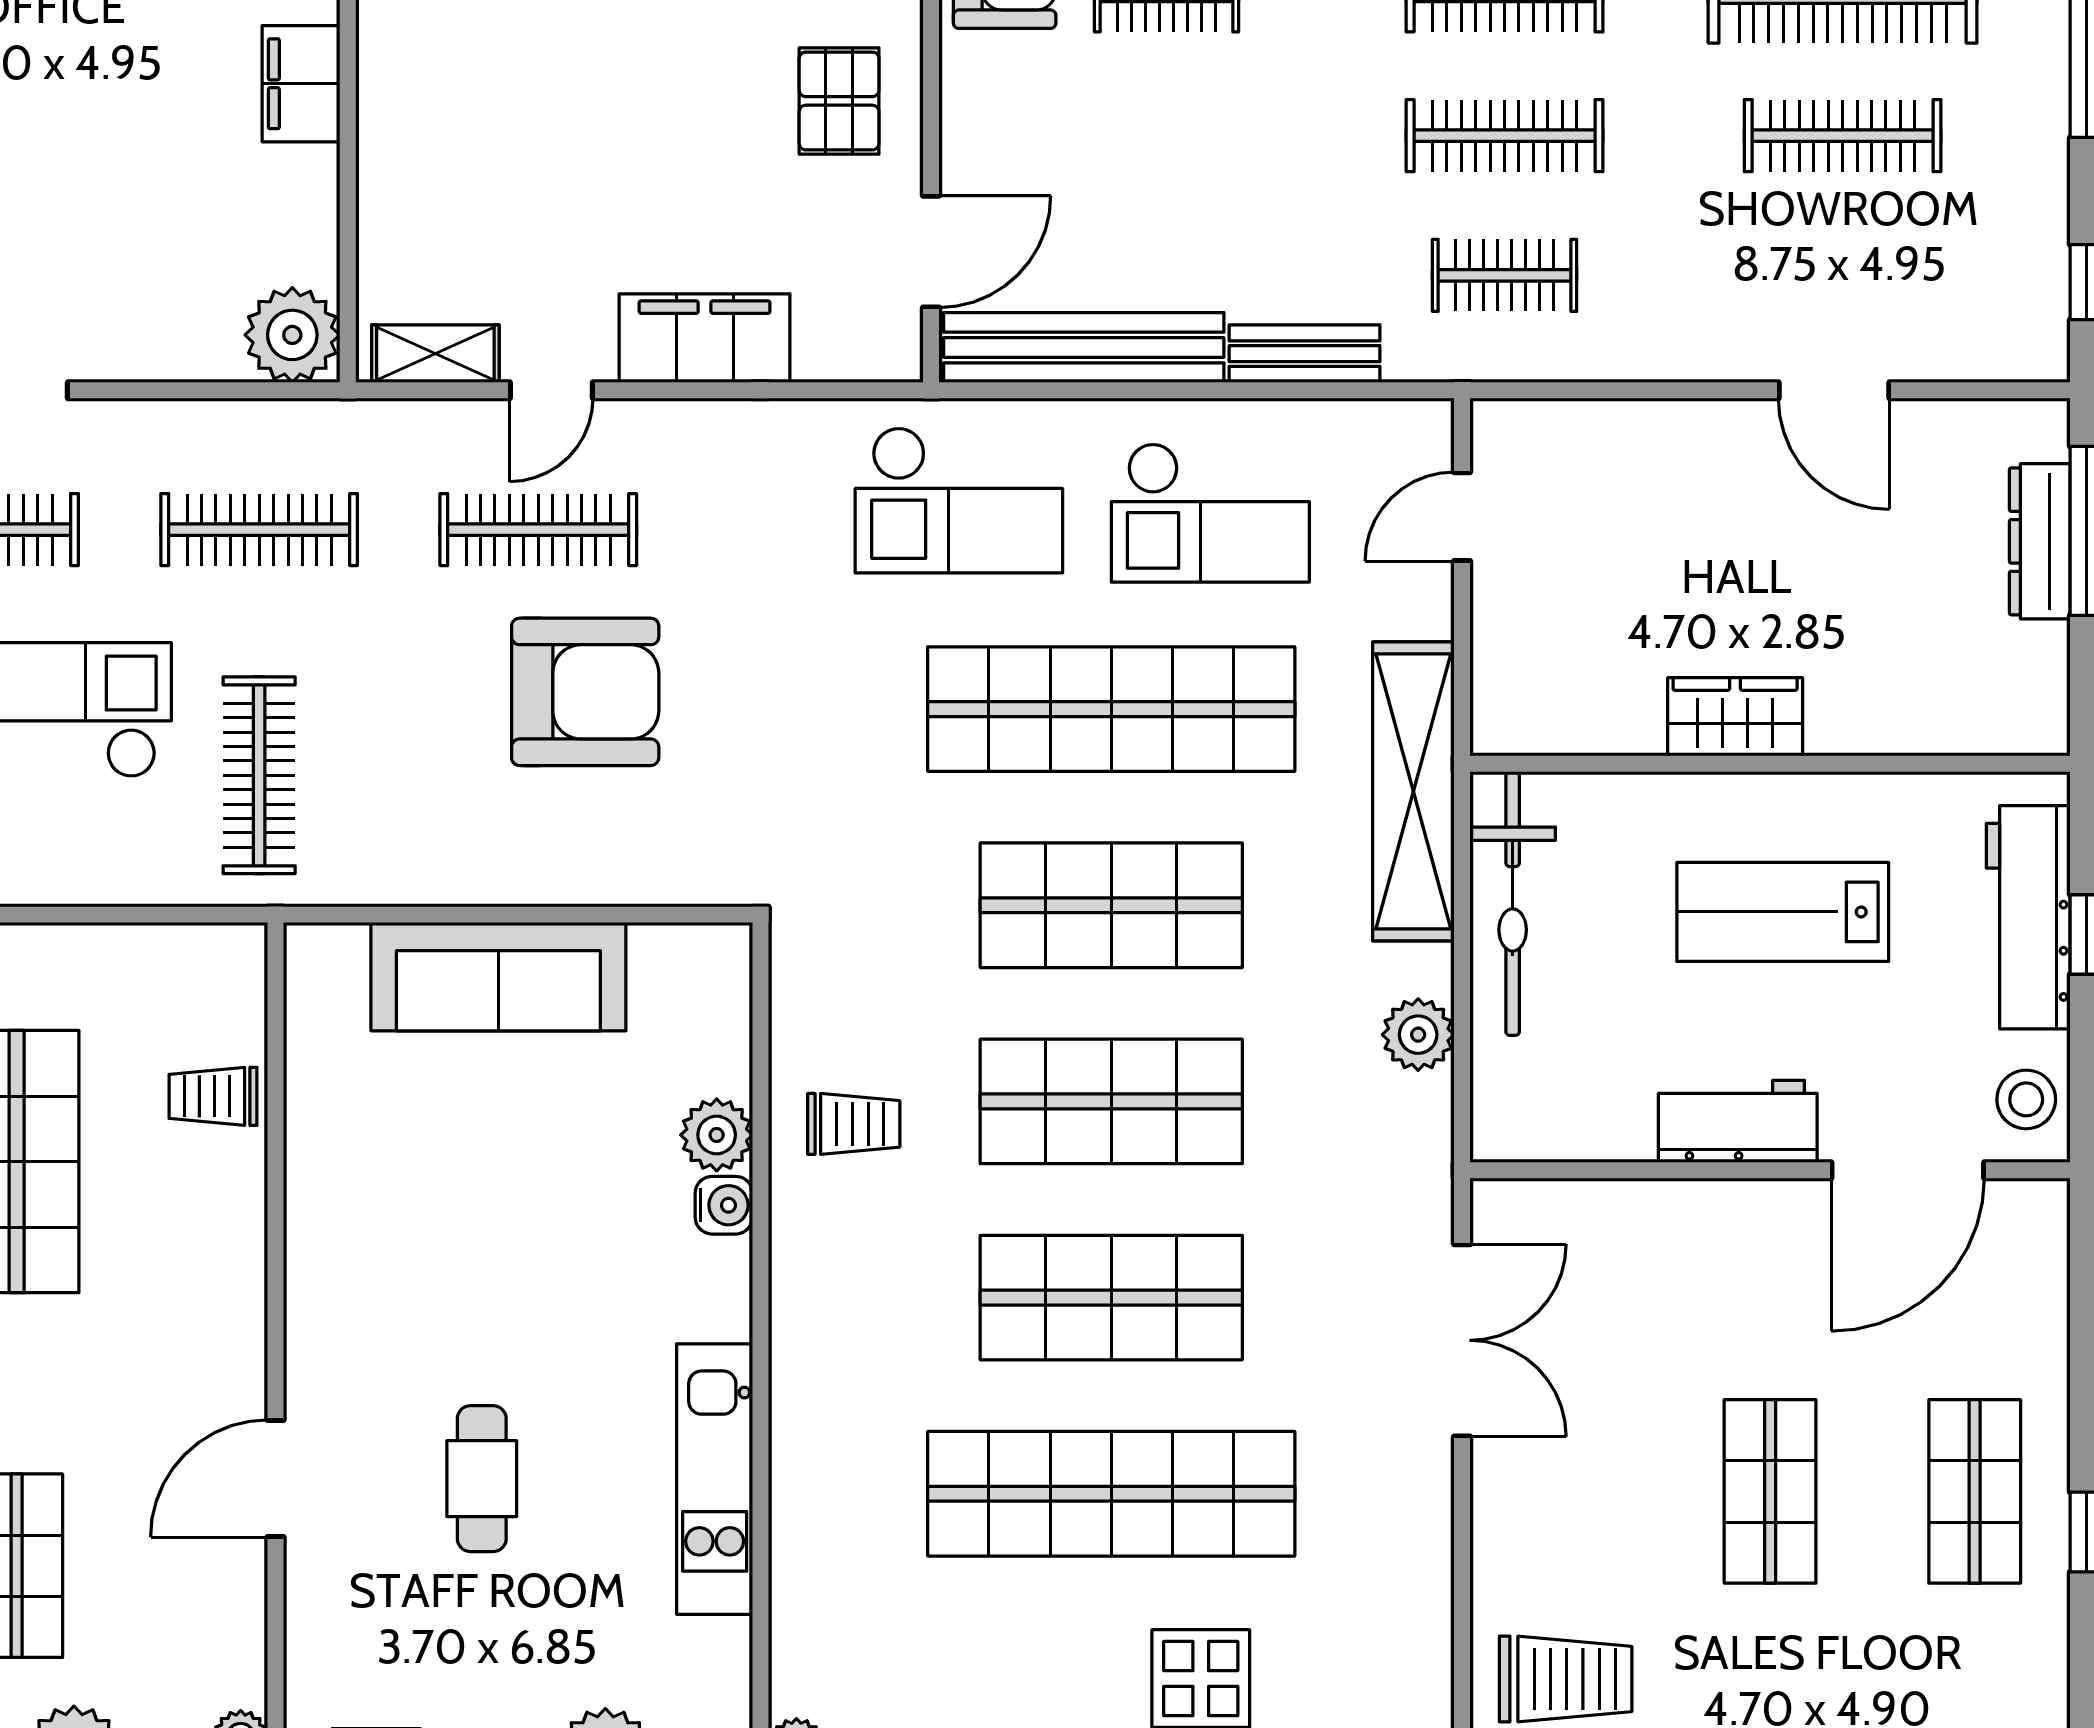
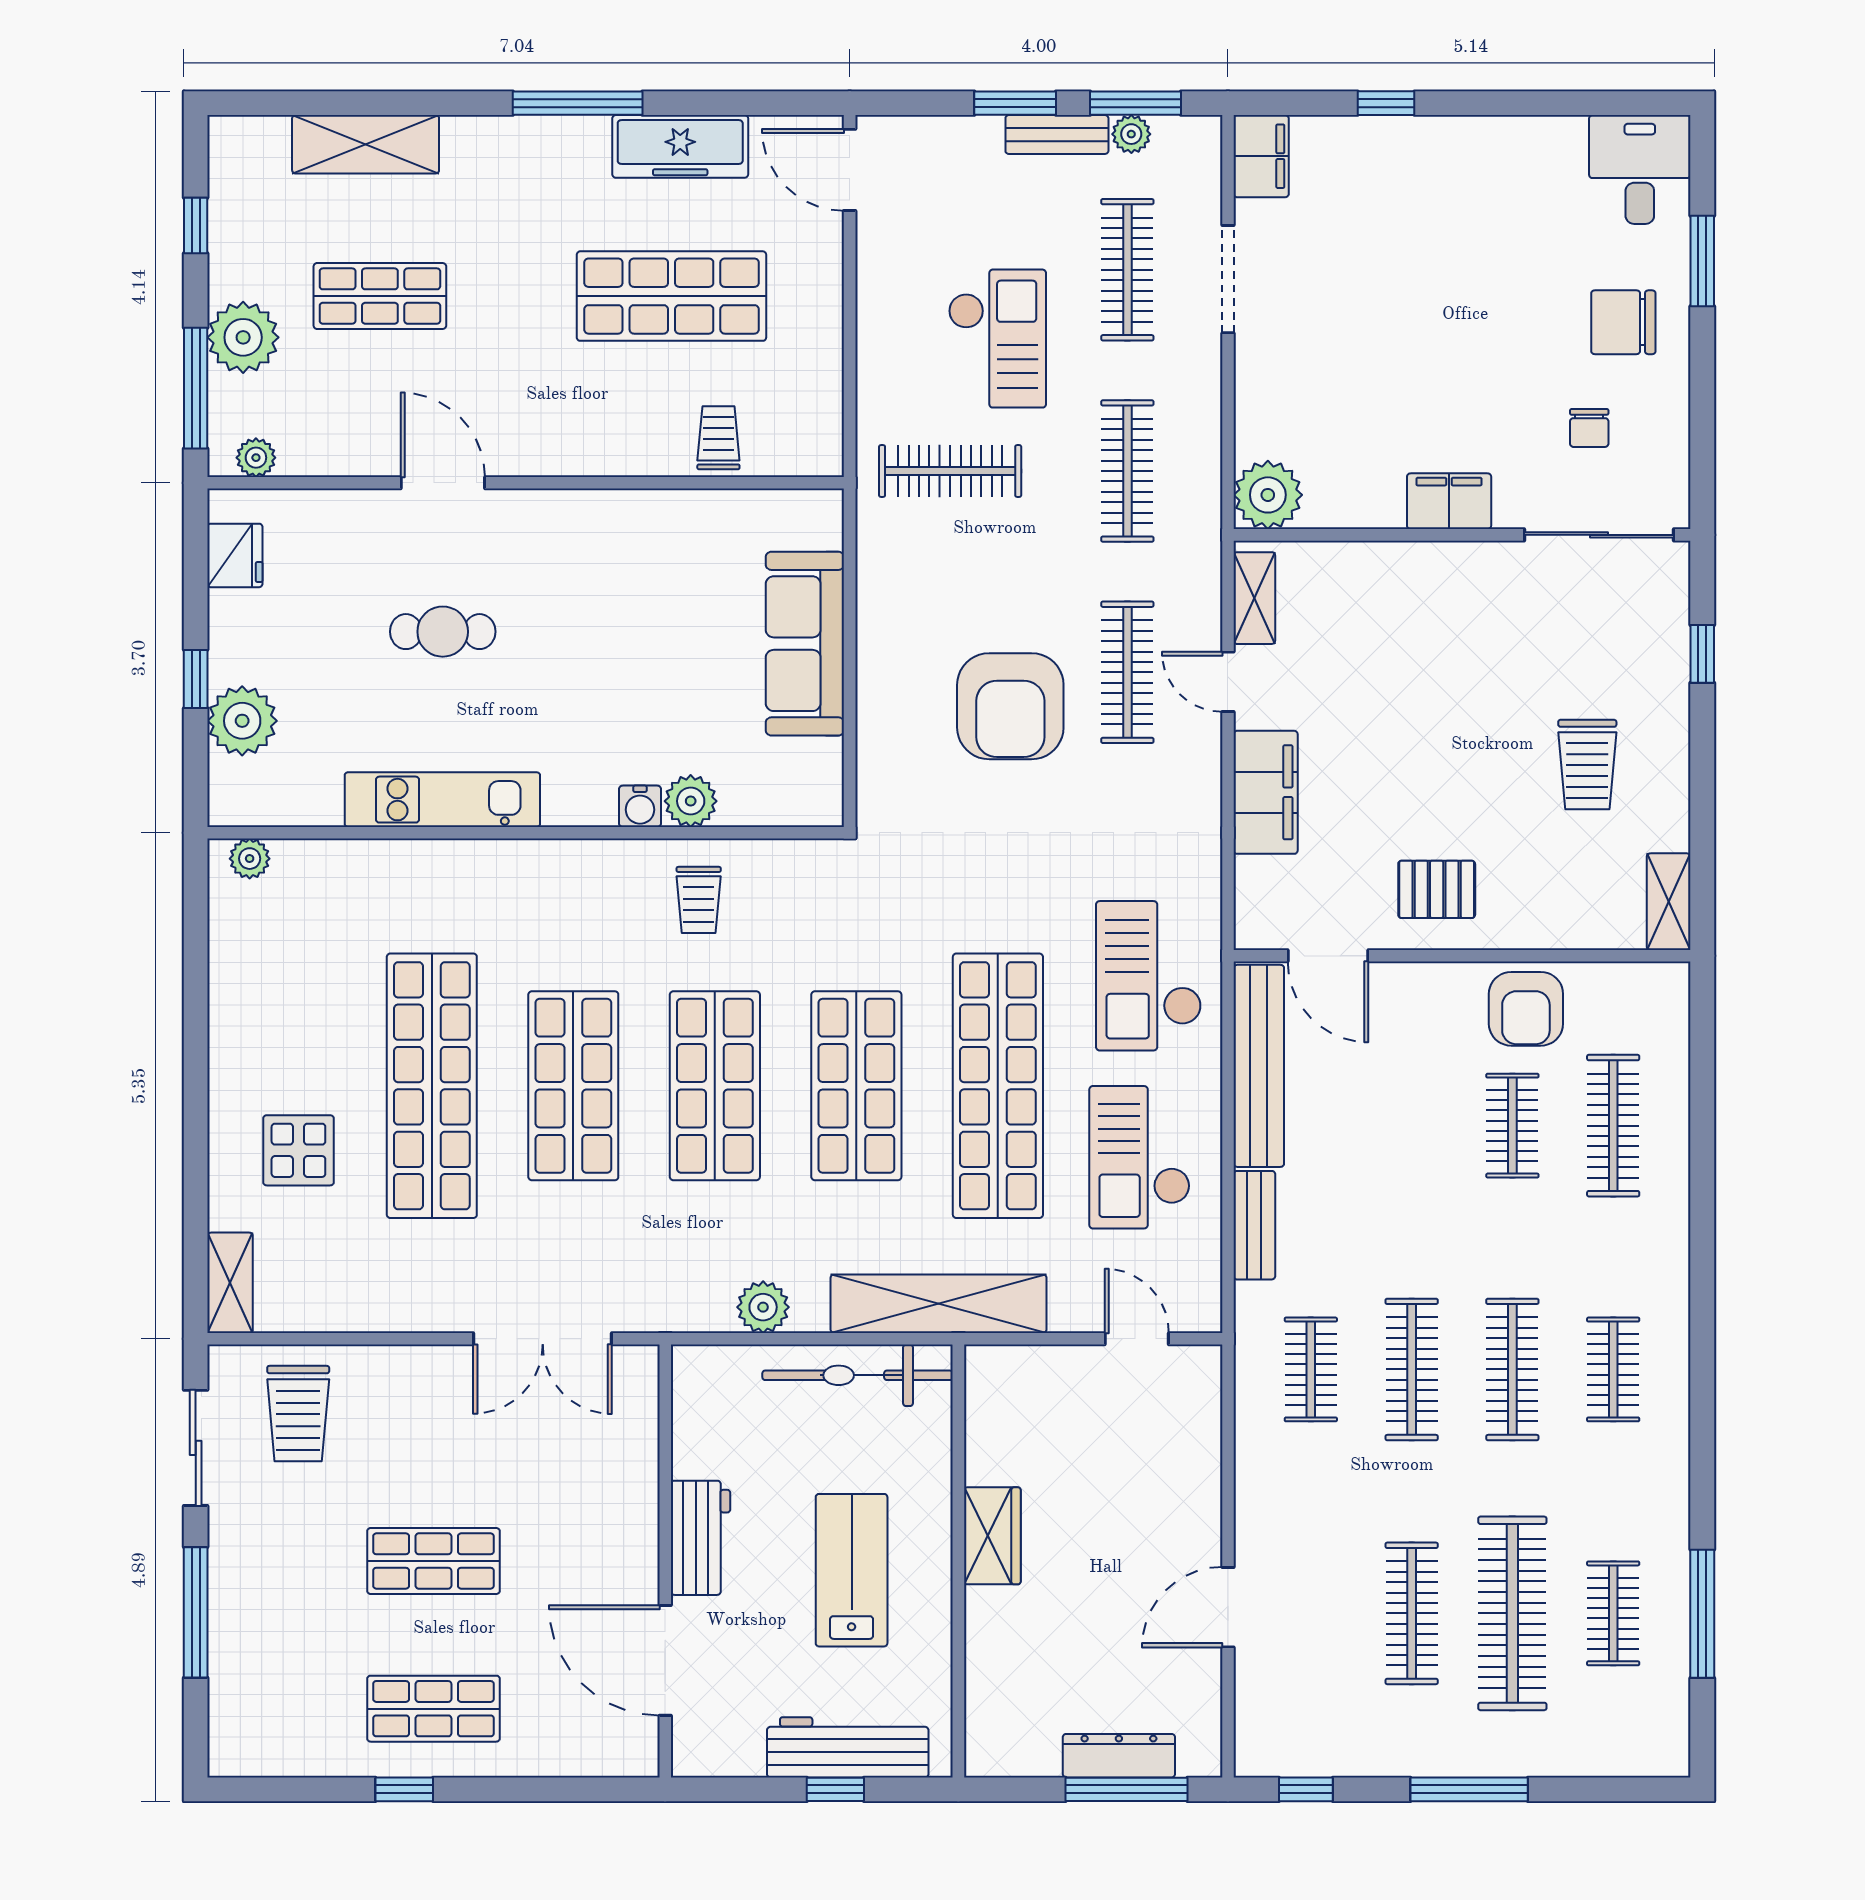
stool: (2026, 1099) -> (716, 1746), removed

